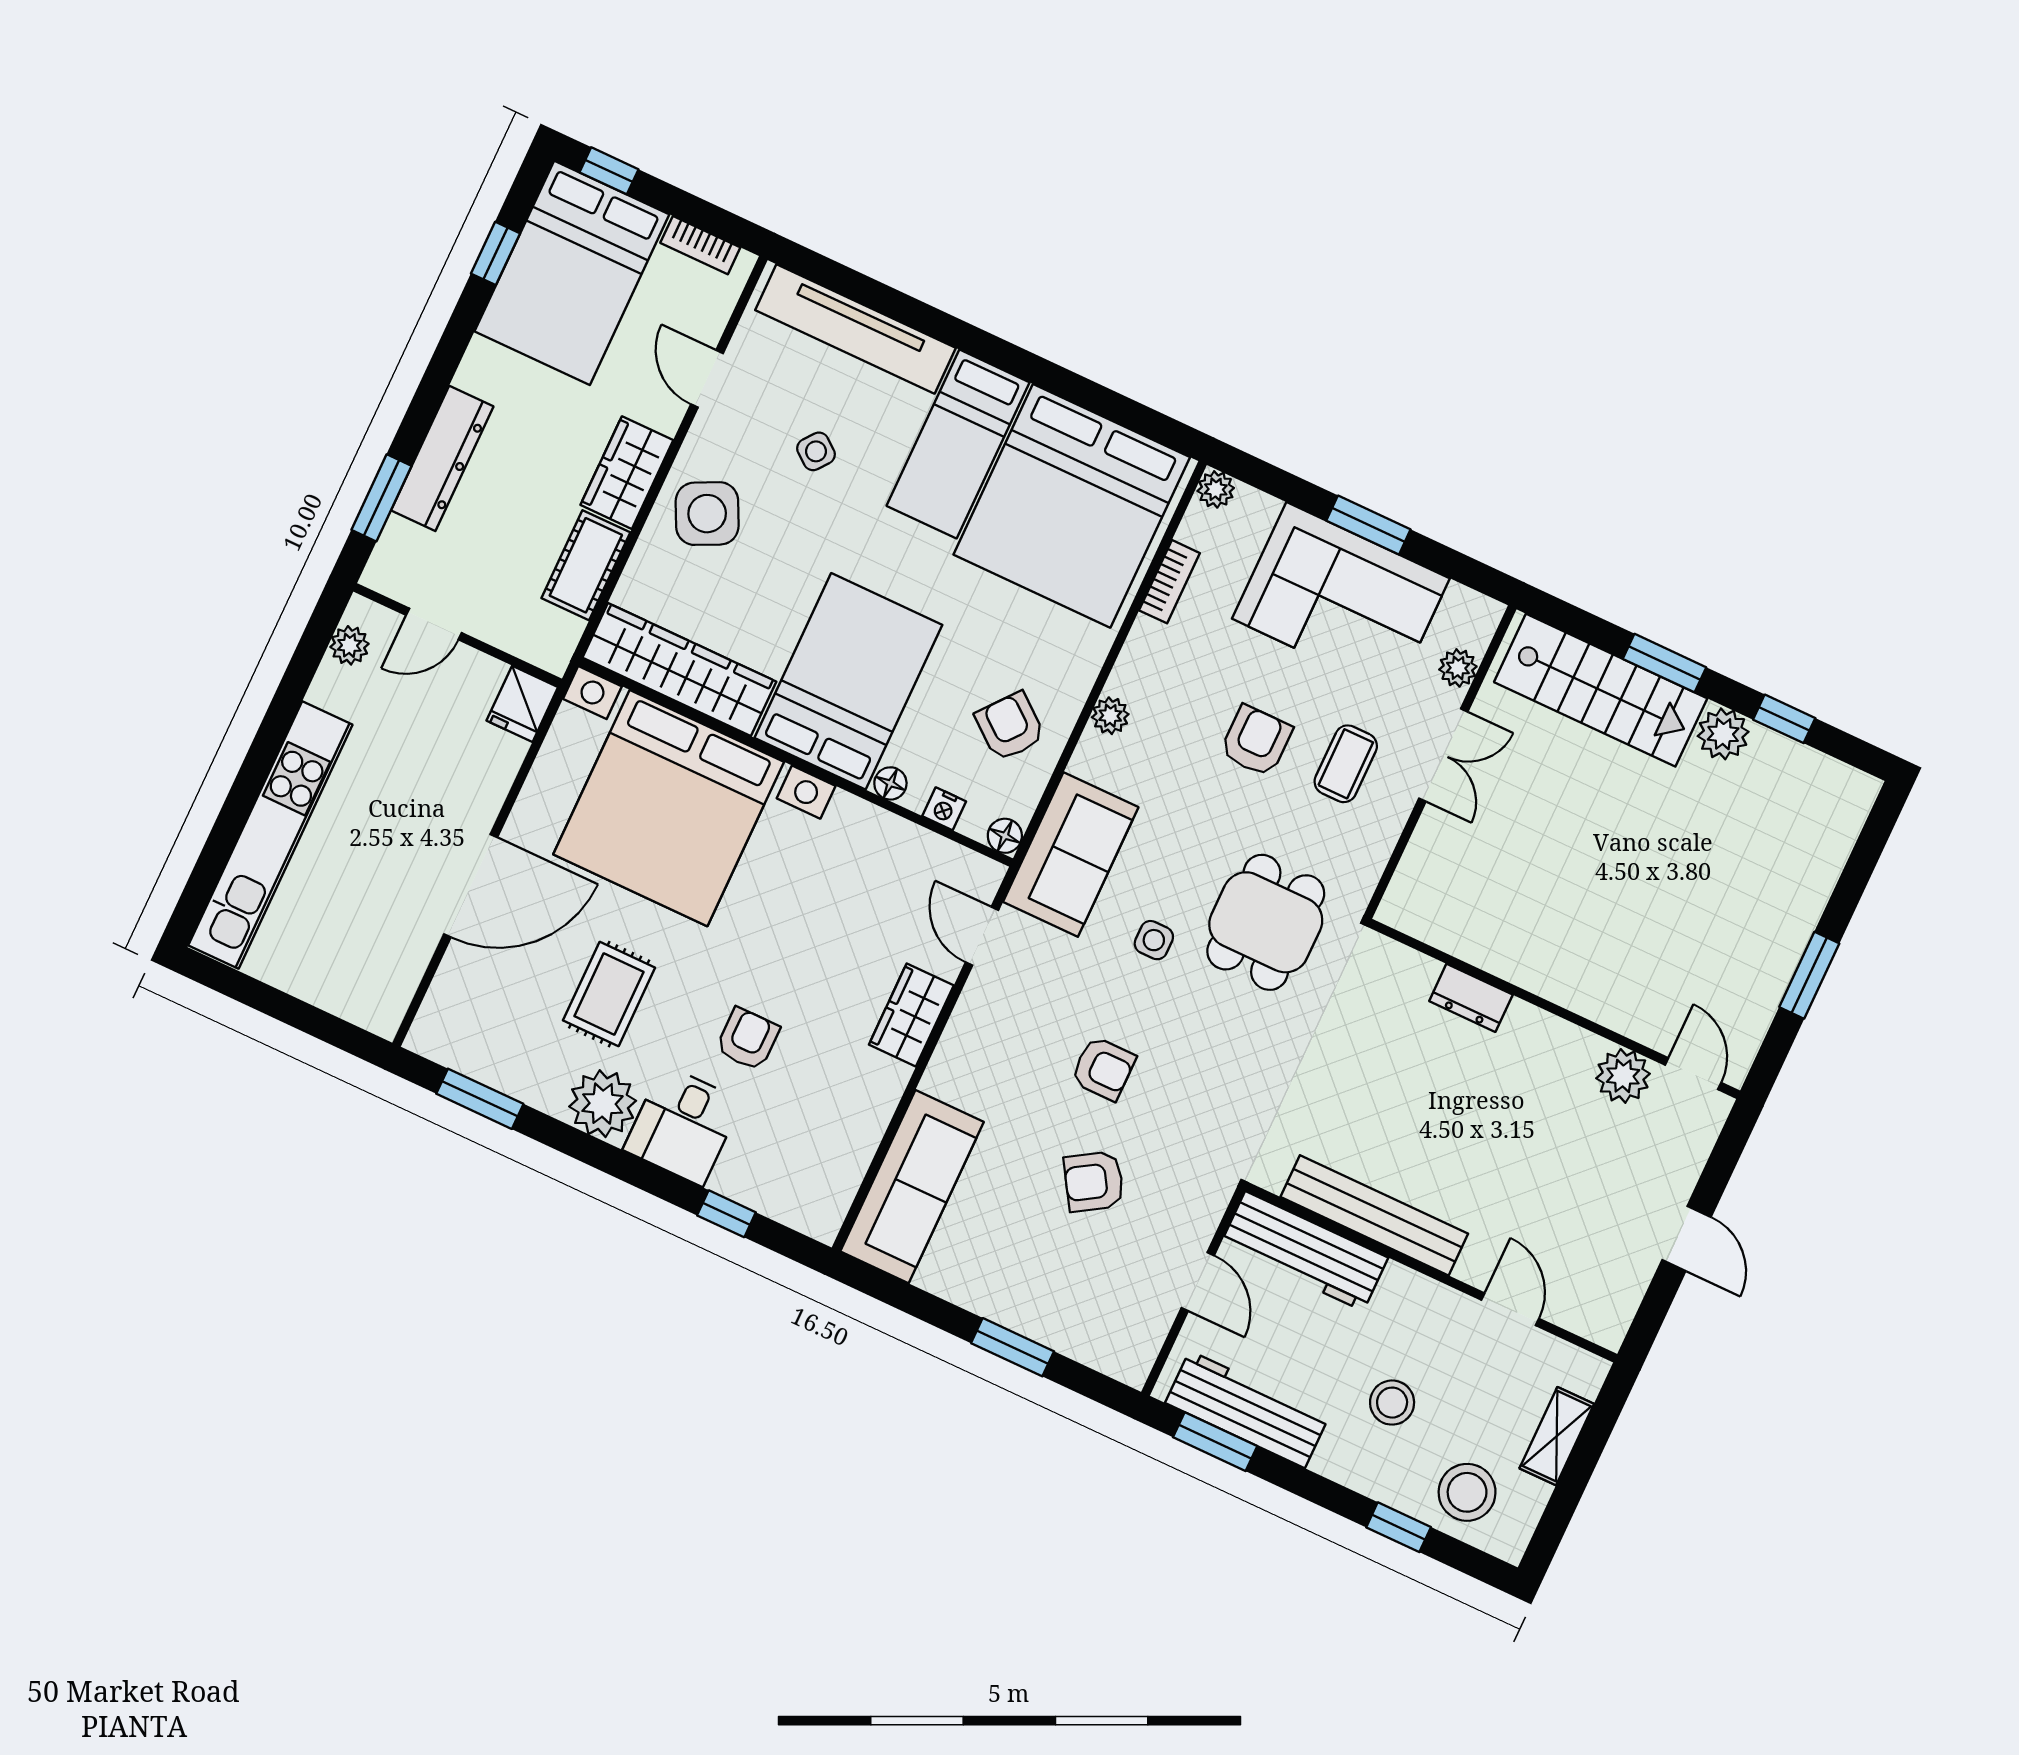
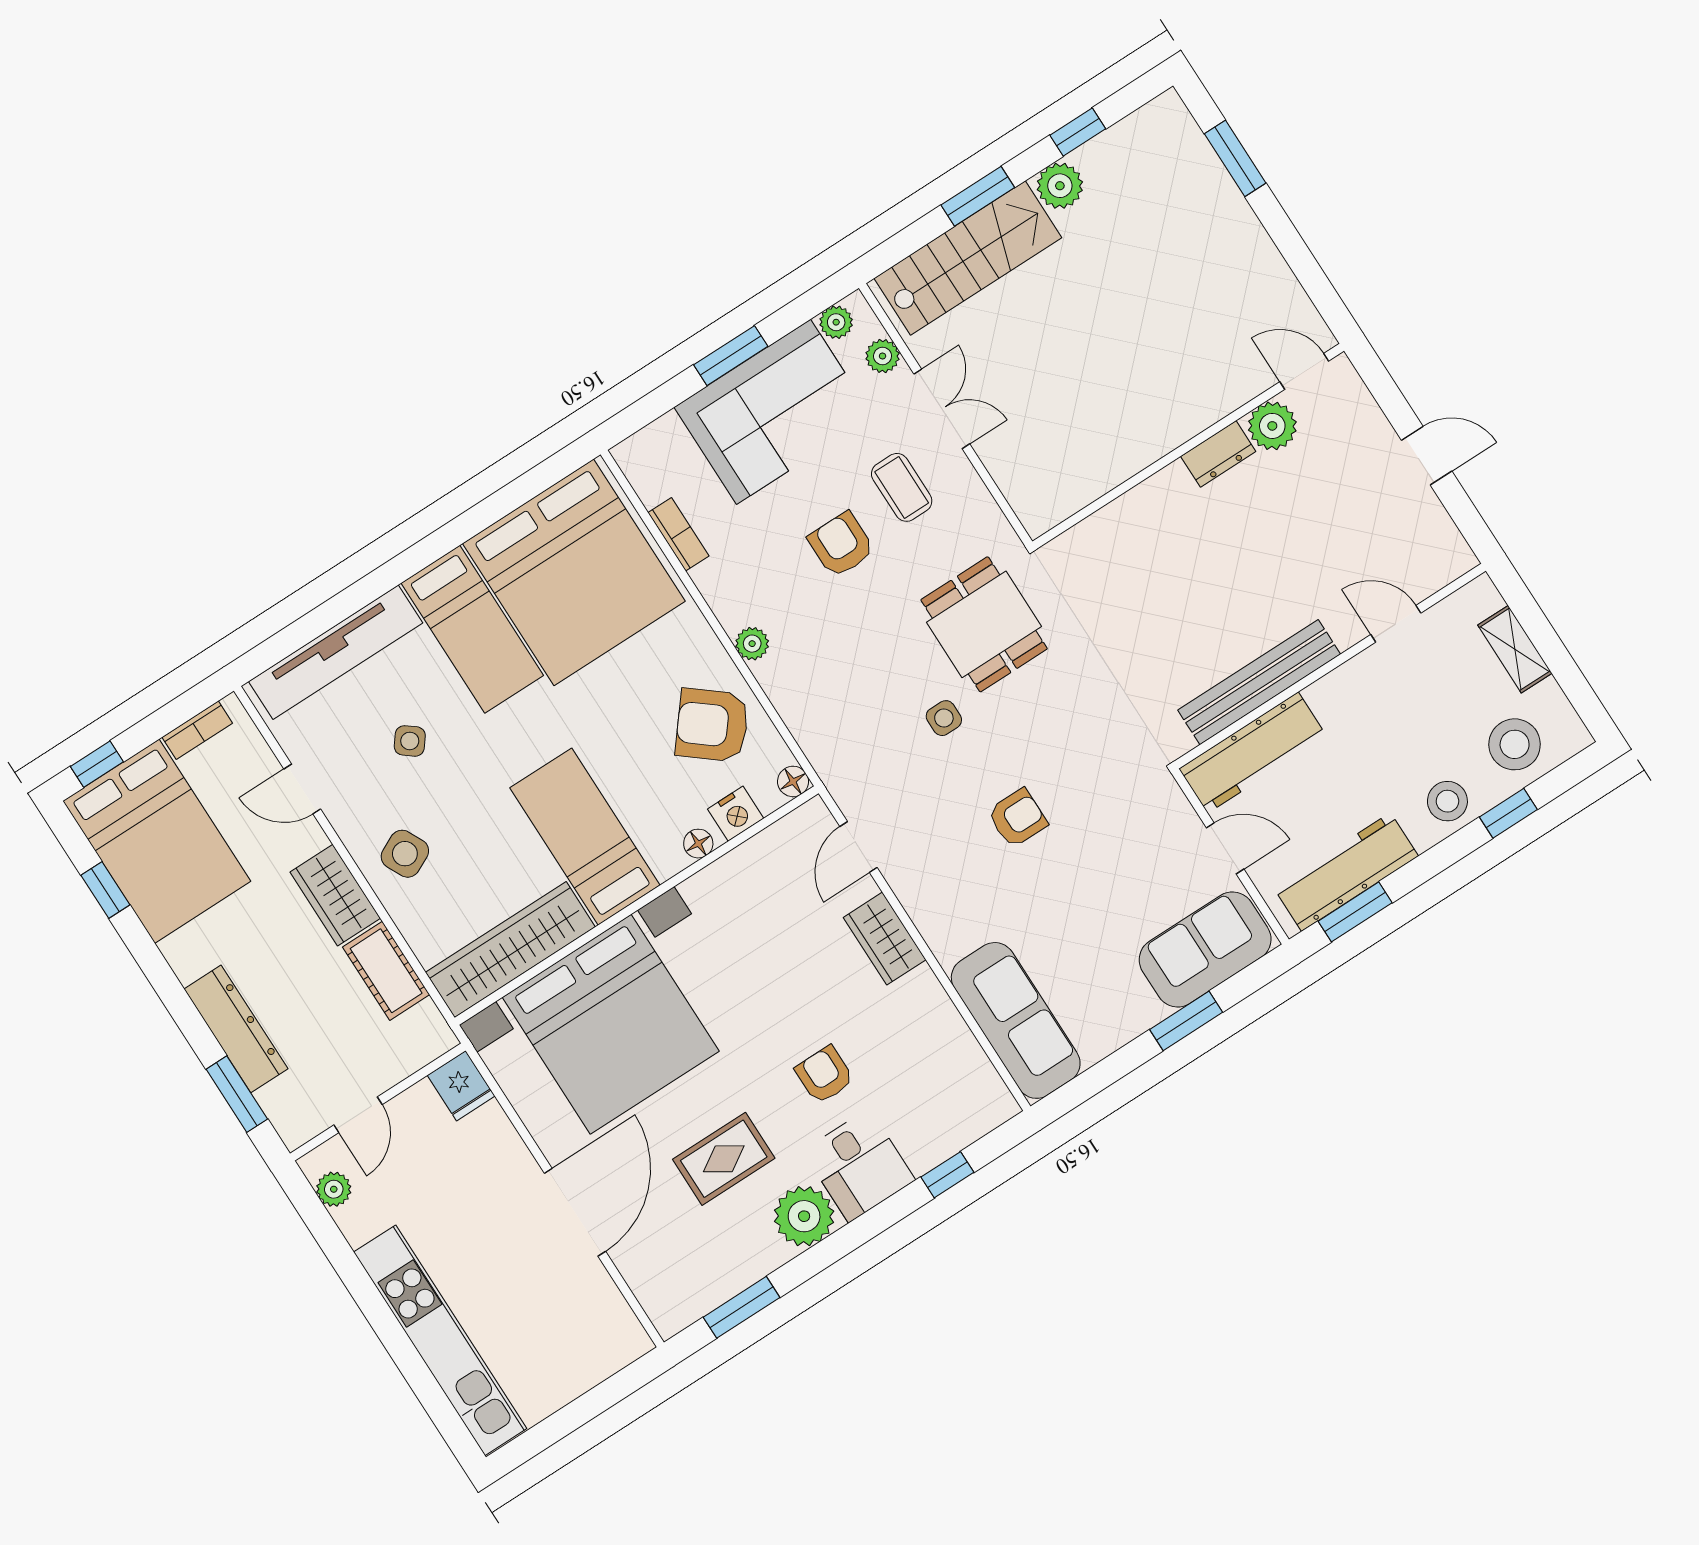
plant: (1216, 489) -> (836, 322), moved
side table: (707, 514) -> (405, 854), width x0.73, depth x0.73
bed: (848, 681) -> (585, 837), width x0.67
armchair: (1010, 726) -> (712, 725), width x1.38, depth x1.38
nightstand: (944, 809) -> (736, 814), width x1.39, depth x1.35
sofa: (1071, 855) -> (1205, 949), moved, turned -90
door: (982, 936) -> (858, 847), hinge flipped
window: (1809, 975) -> (1235, 158), moved
rug: (609, 994) -> (724, 1159), turned 90
dresser: (1471, 998) -> (1218, 454), moved
armchair: (1094, 1182) -> (1099, 879), removed
stool: (1392, 1403) -> (1447, 801), moved

